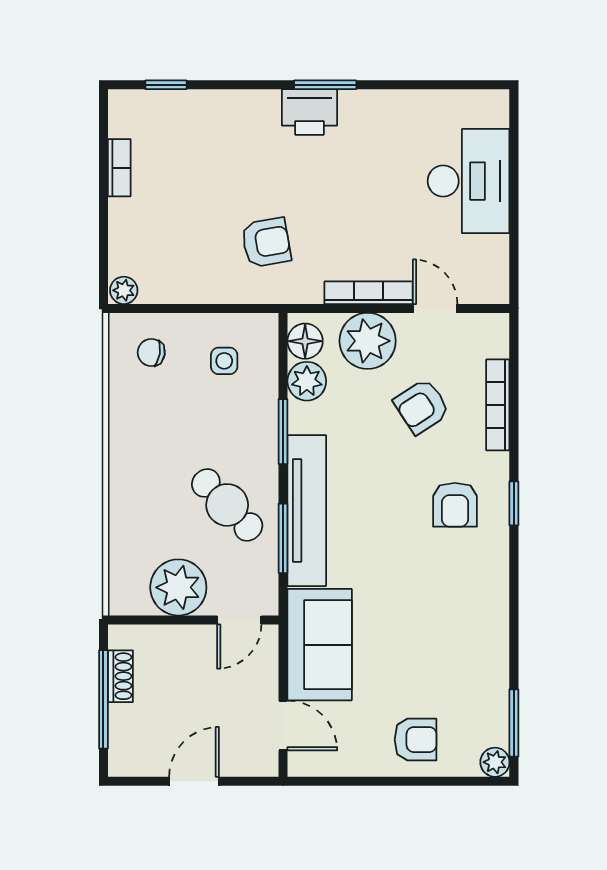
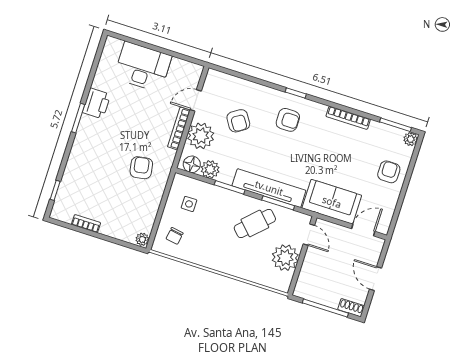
printer: (310, 112) -> (96, 103), moved
bookcase: (498, 405) -> (348, 118), moved
shoe rack: (120, 676) -> (351, 308), moved

